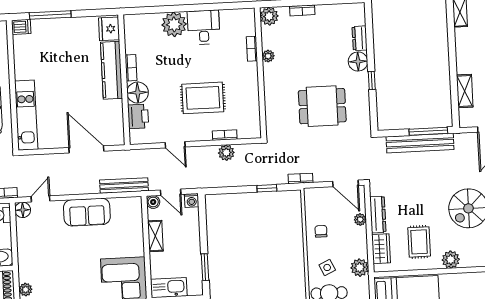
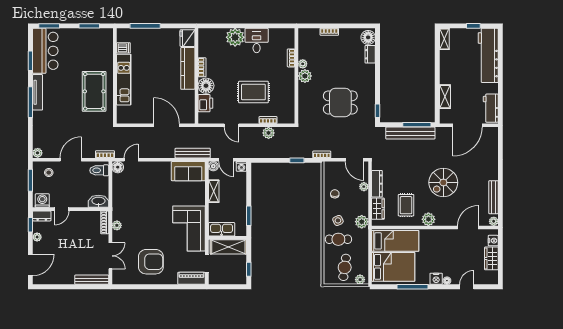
plant: (269, 16) -> (305, 76), moved
dishwasher: (21, 27) -> (123, 48), moved
floor lamp: (358, 62) -> (368, 37), moved
window: (372, 81) -> (377, 111), moved
kitchen unit: (26, 115) -> (124, 80), moved
sofa: (87, 212) -> (188, 171), moved

